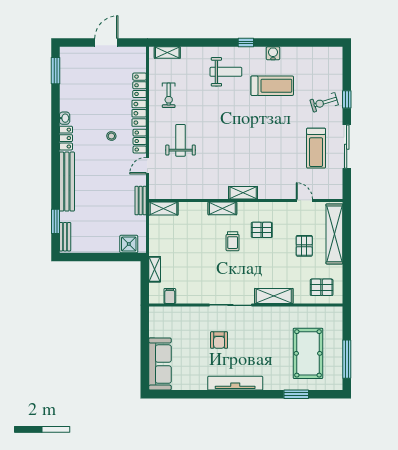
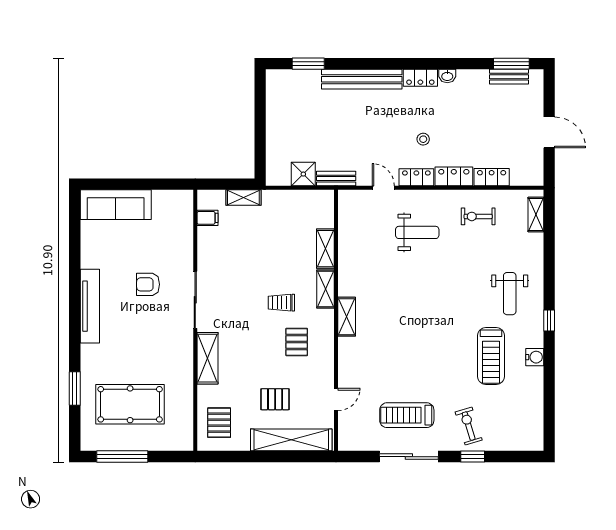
shelving: (163, 209) -> (325, 249), moved
bench: (65, 237) -> (509, 77), moved
shower: (129, 244) -> (303, 174), moved

